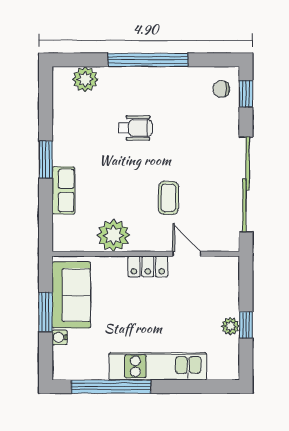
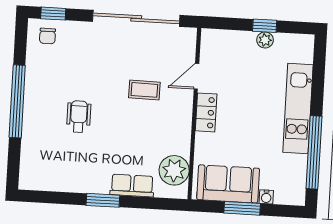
plant: (85, 79) -> (32, 160), removed
plant: (113, 235) -> (174, 170), moved

